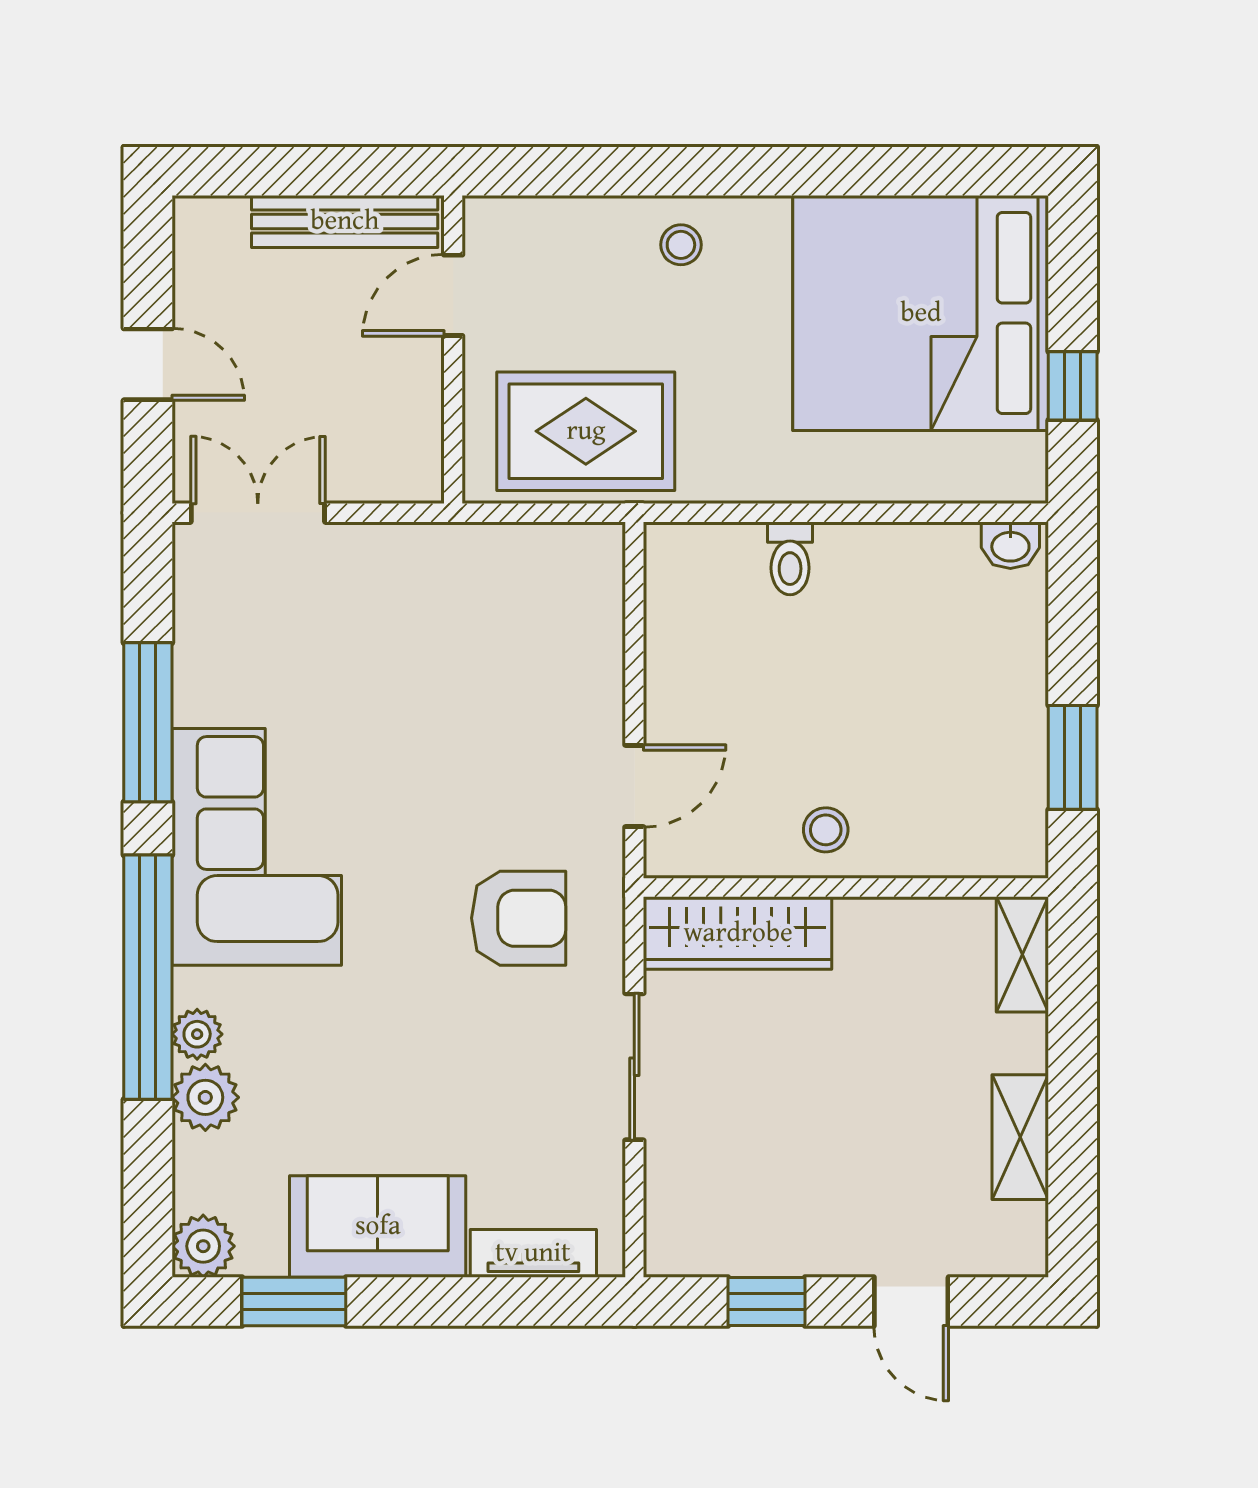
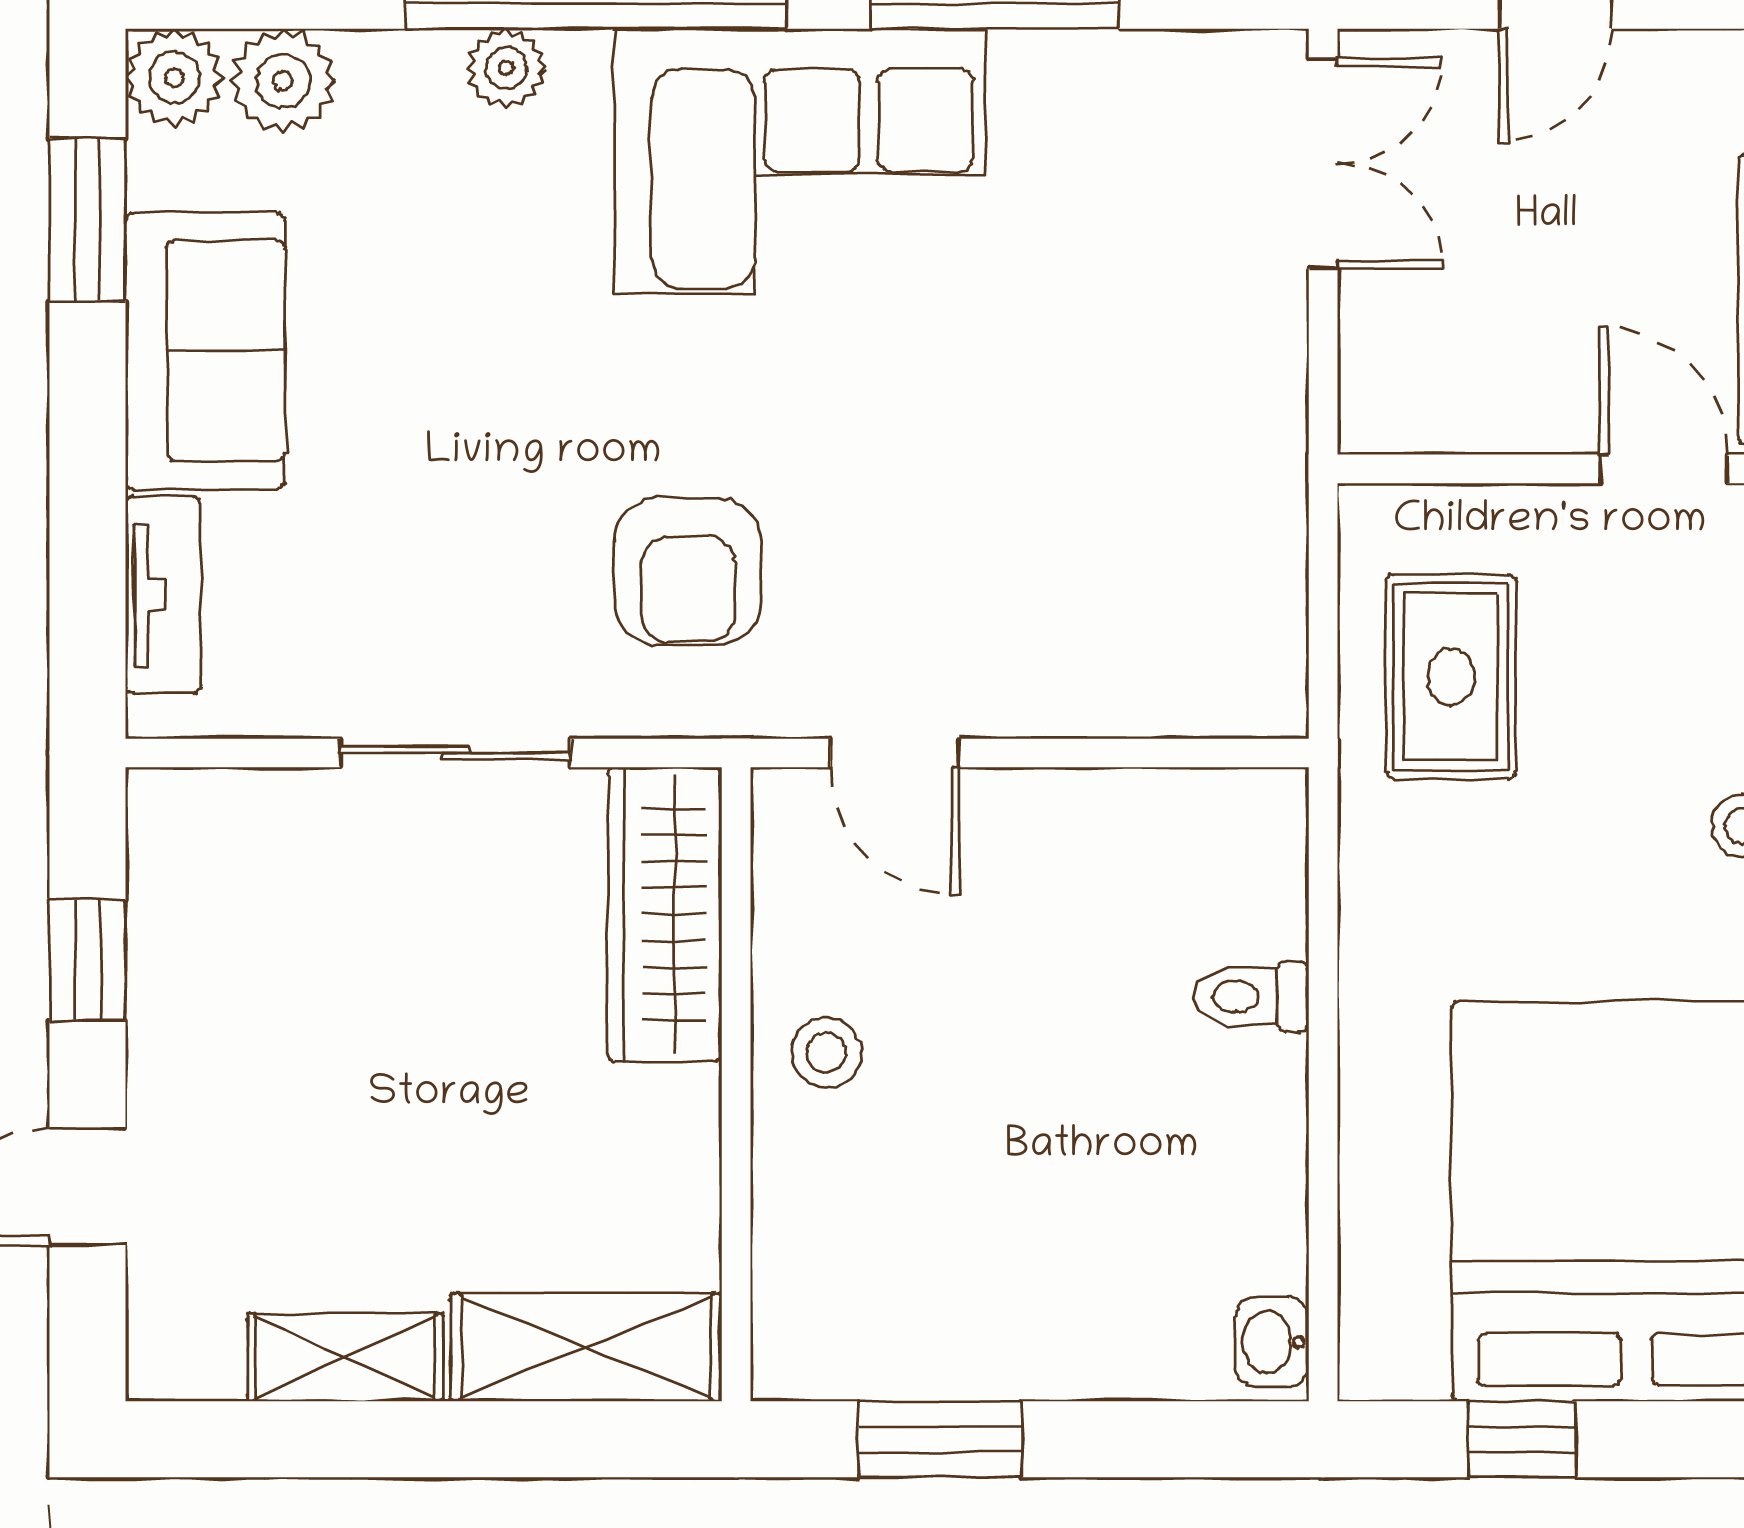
rug: (586, 431) -> (1451, 677), width x0.73, depth x0.70
shelving: (1022, 954) -> (586, 1347), width x1.50, depth x1.33
plant: (205, 1097) -> (283, 81), moved

